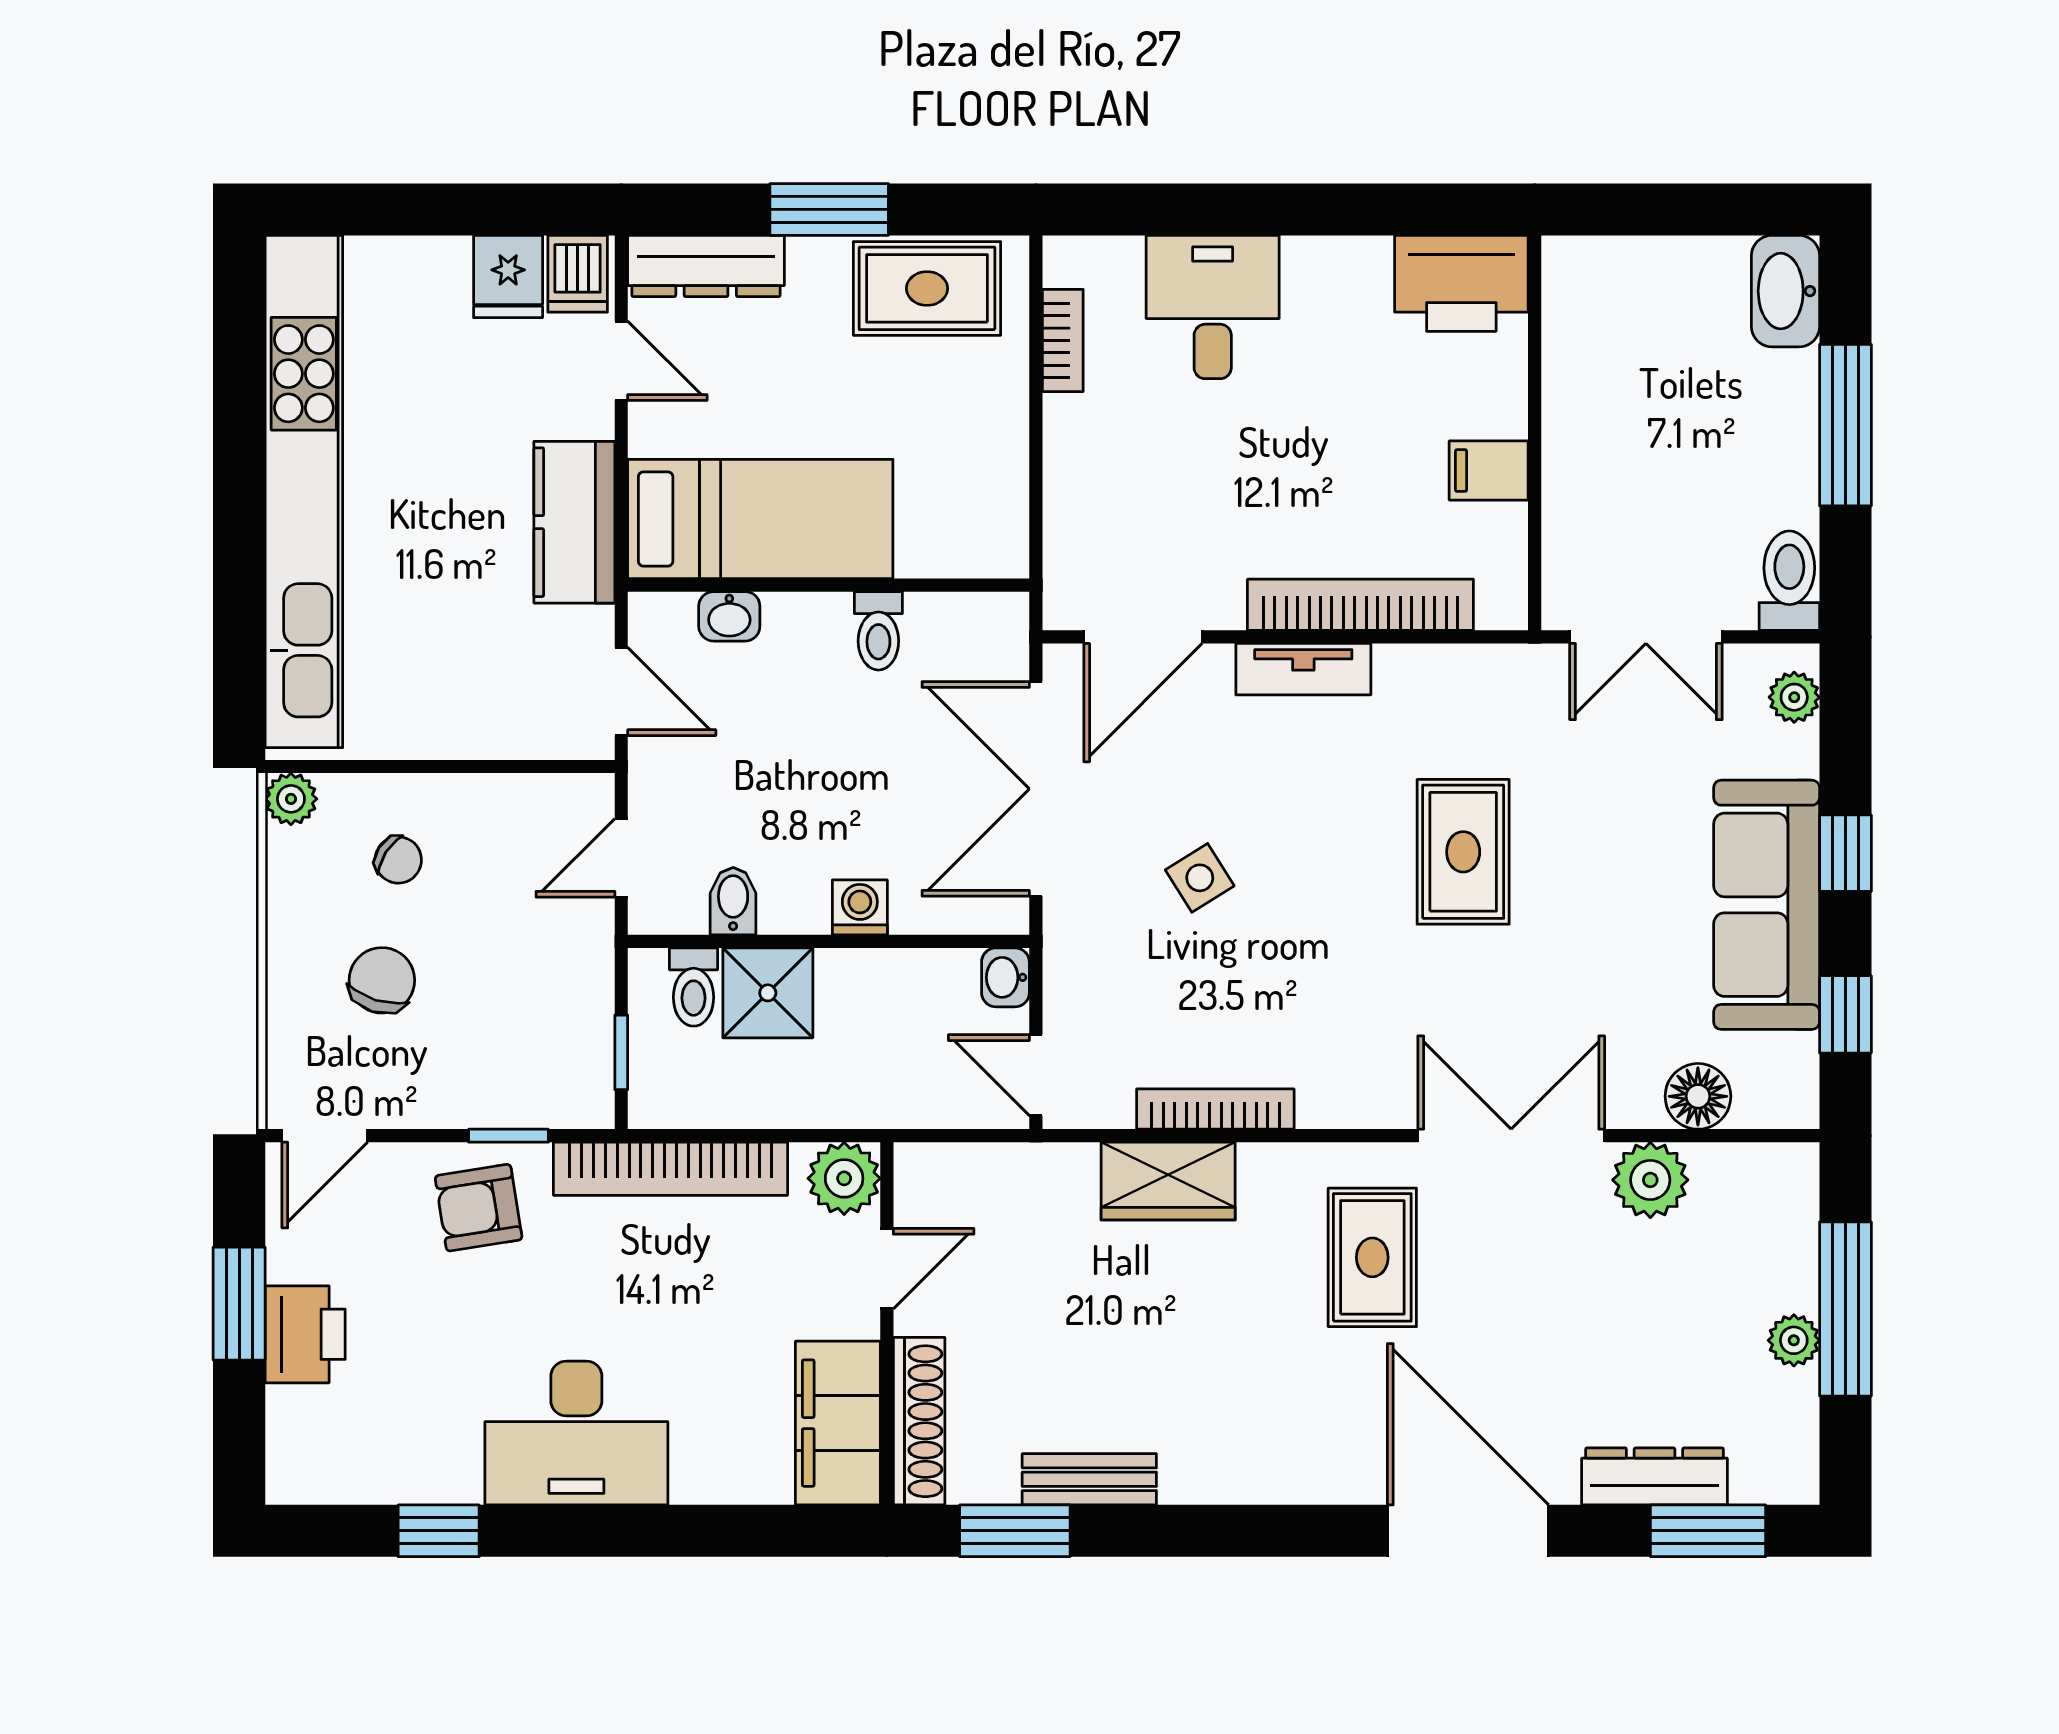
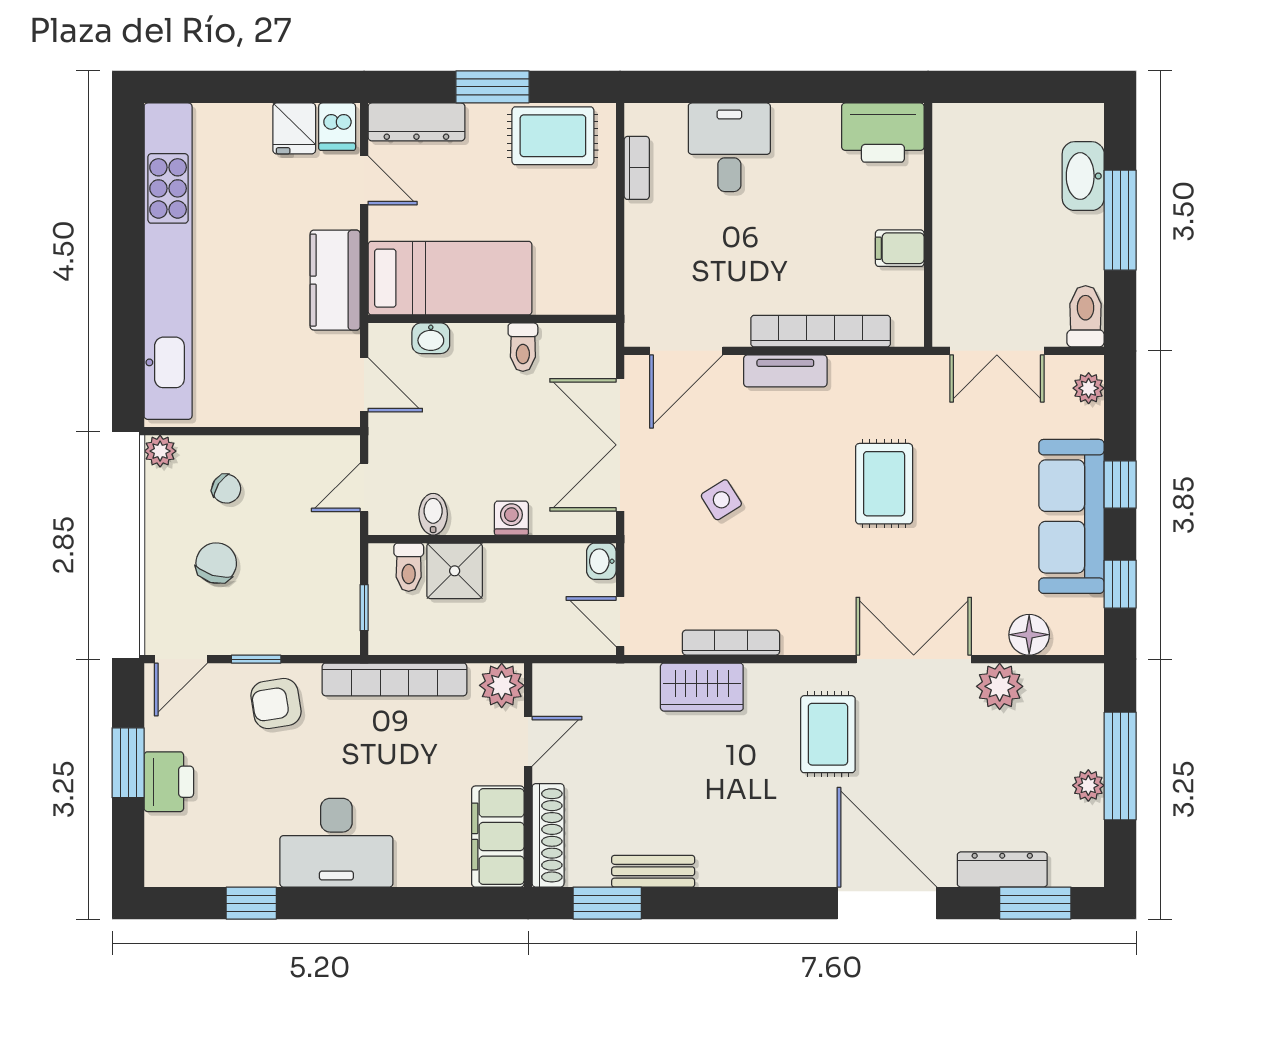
washbasin: (1785, 291) -> (1083, 176), moved
window: (508, 1136) -> (256, 659), moved

